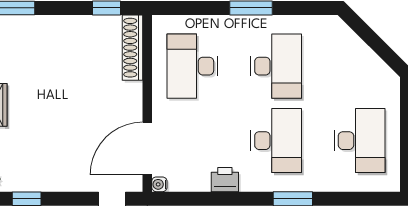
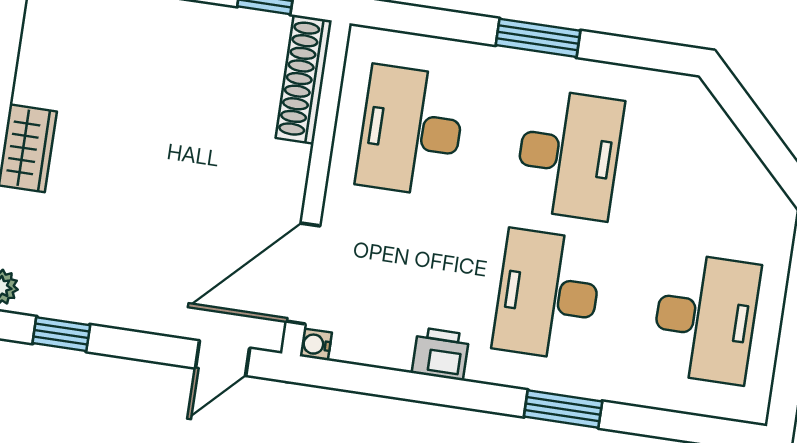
desk: (276, 141) -> (548, 295), turned 180

